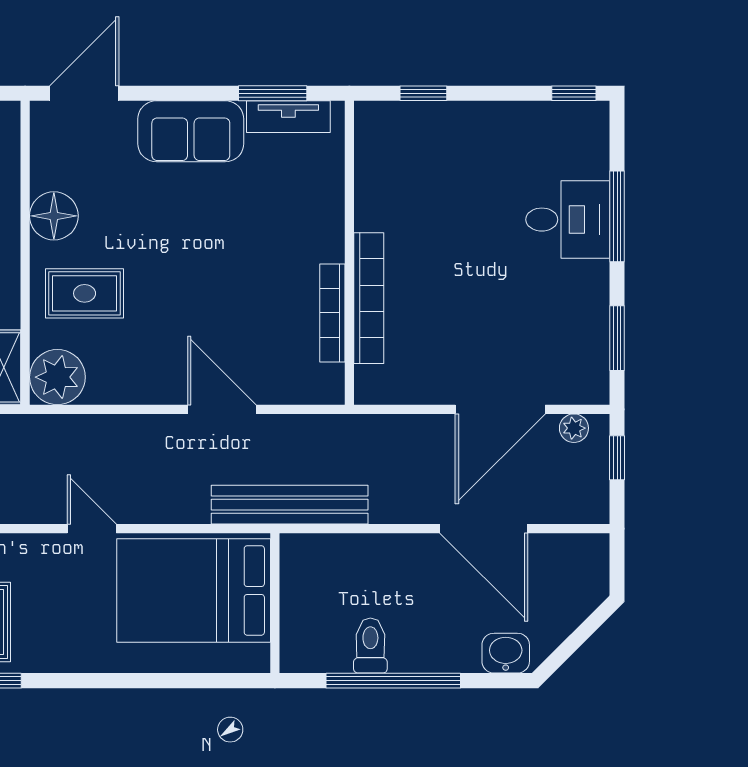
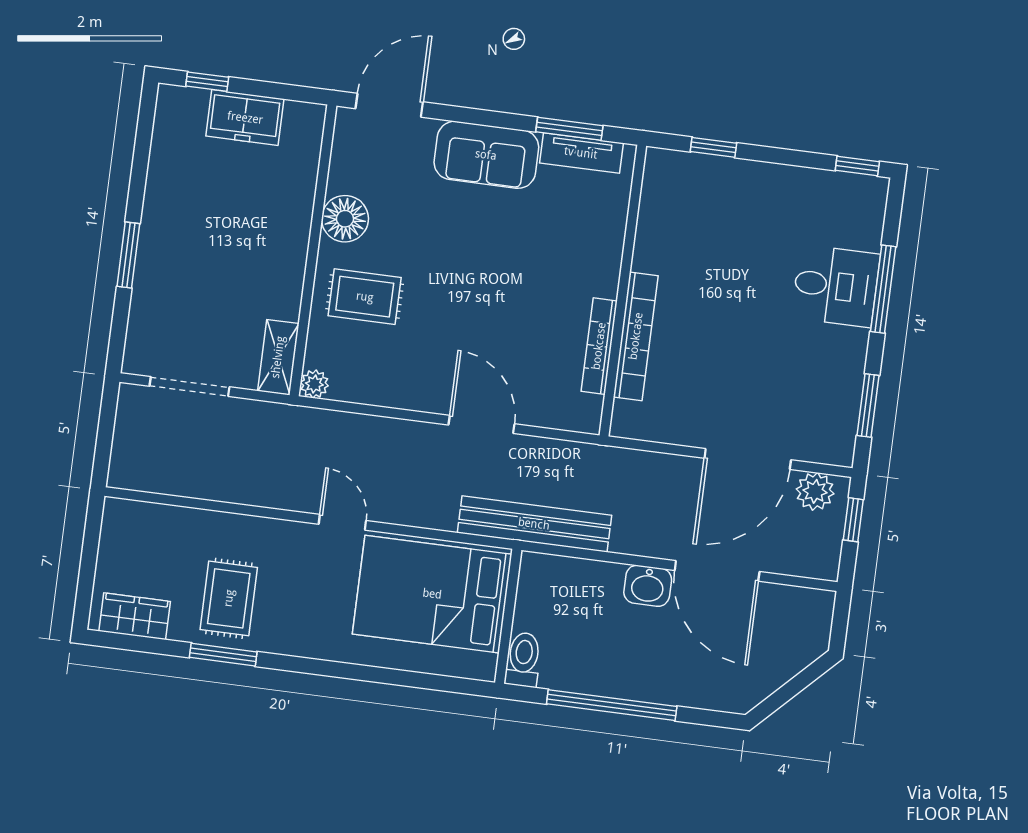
plant: (57, 377) -> (314, 384), width x0.53, depth x0.53
plant: (574, 428) -> (815, 491), width x1.38, depth x1.38
toilet: (370, 646) -> (523, 659), moved
washbasin: (506, 653) -> (648, 586), moved, turned 180

